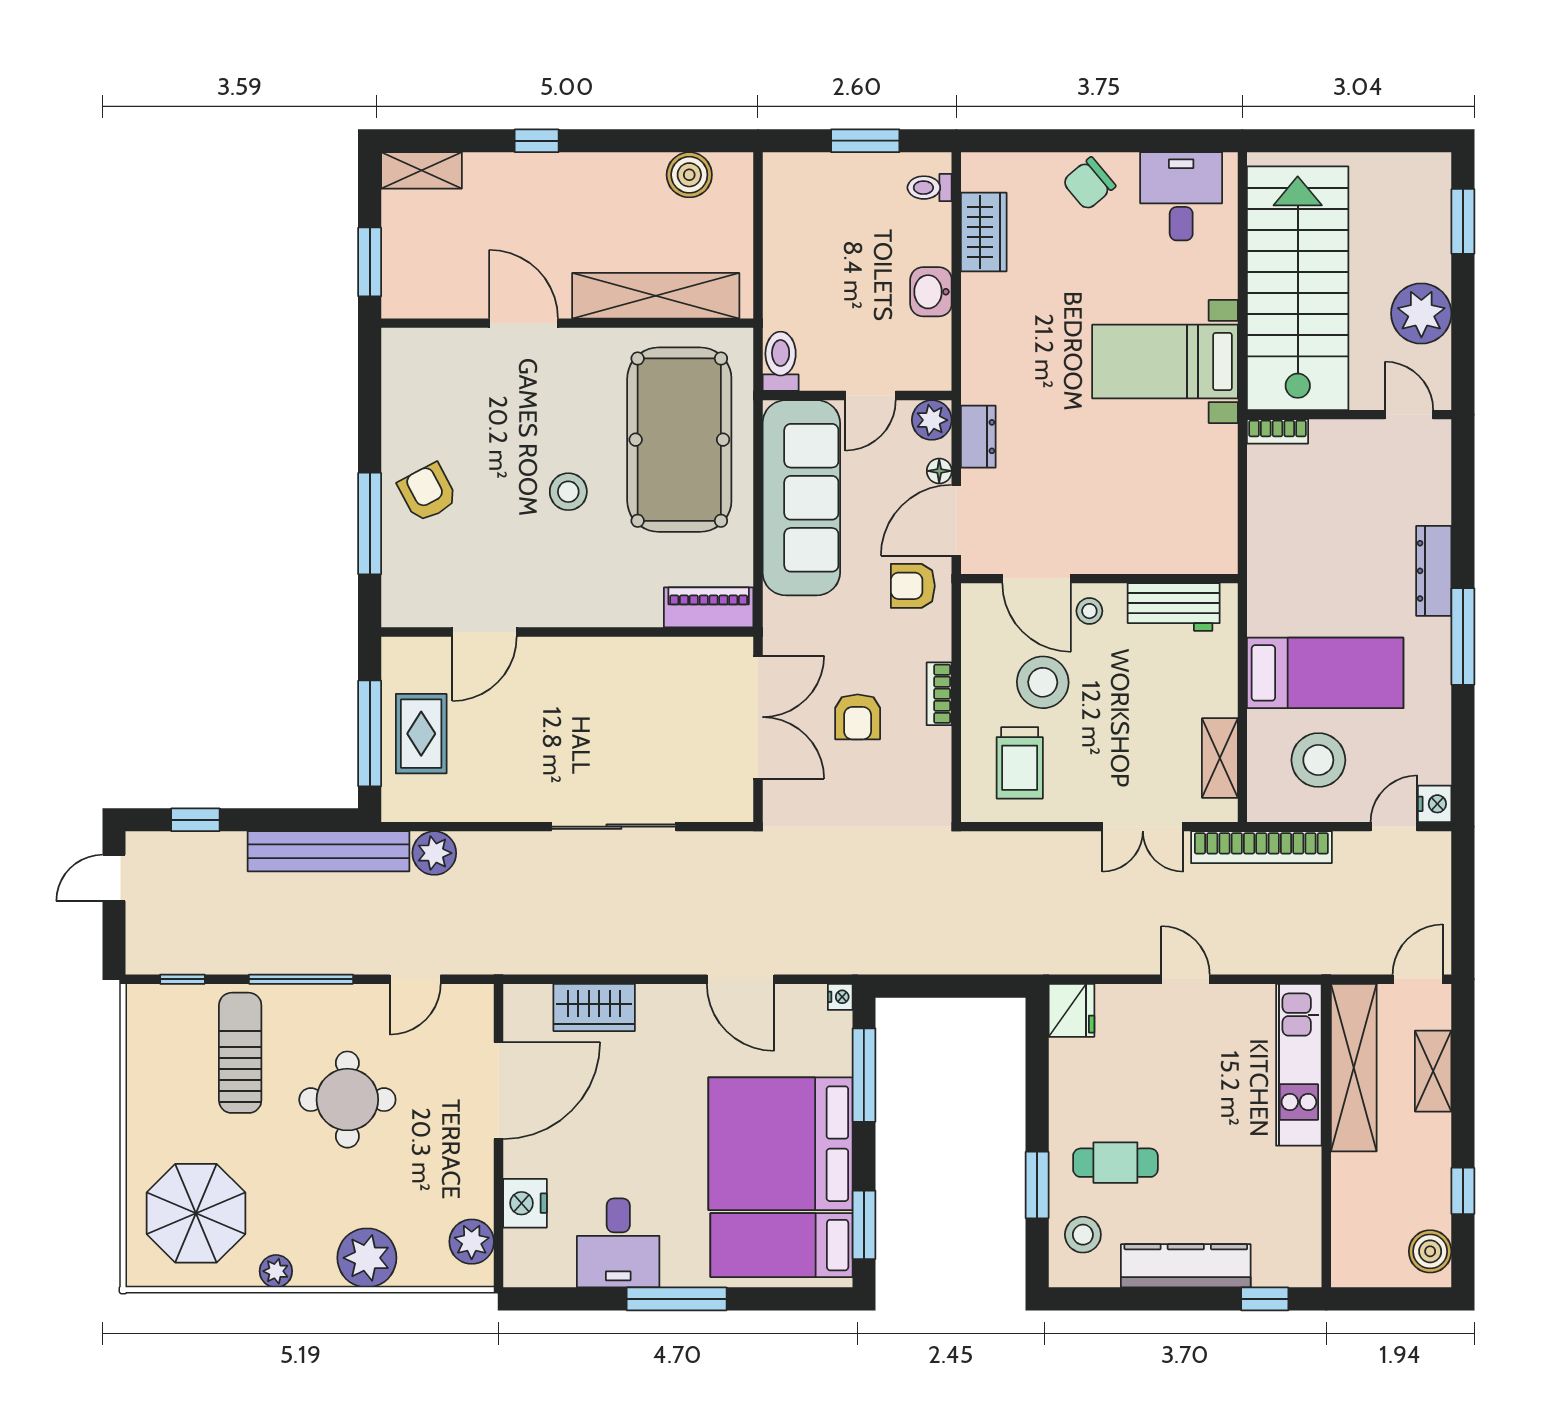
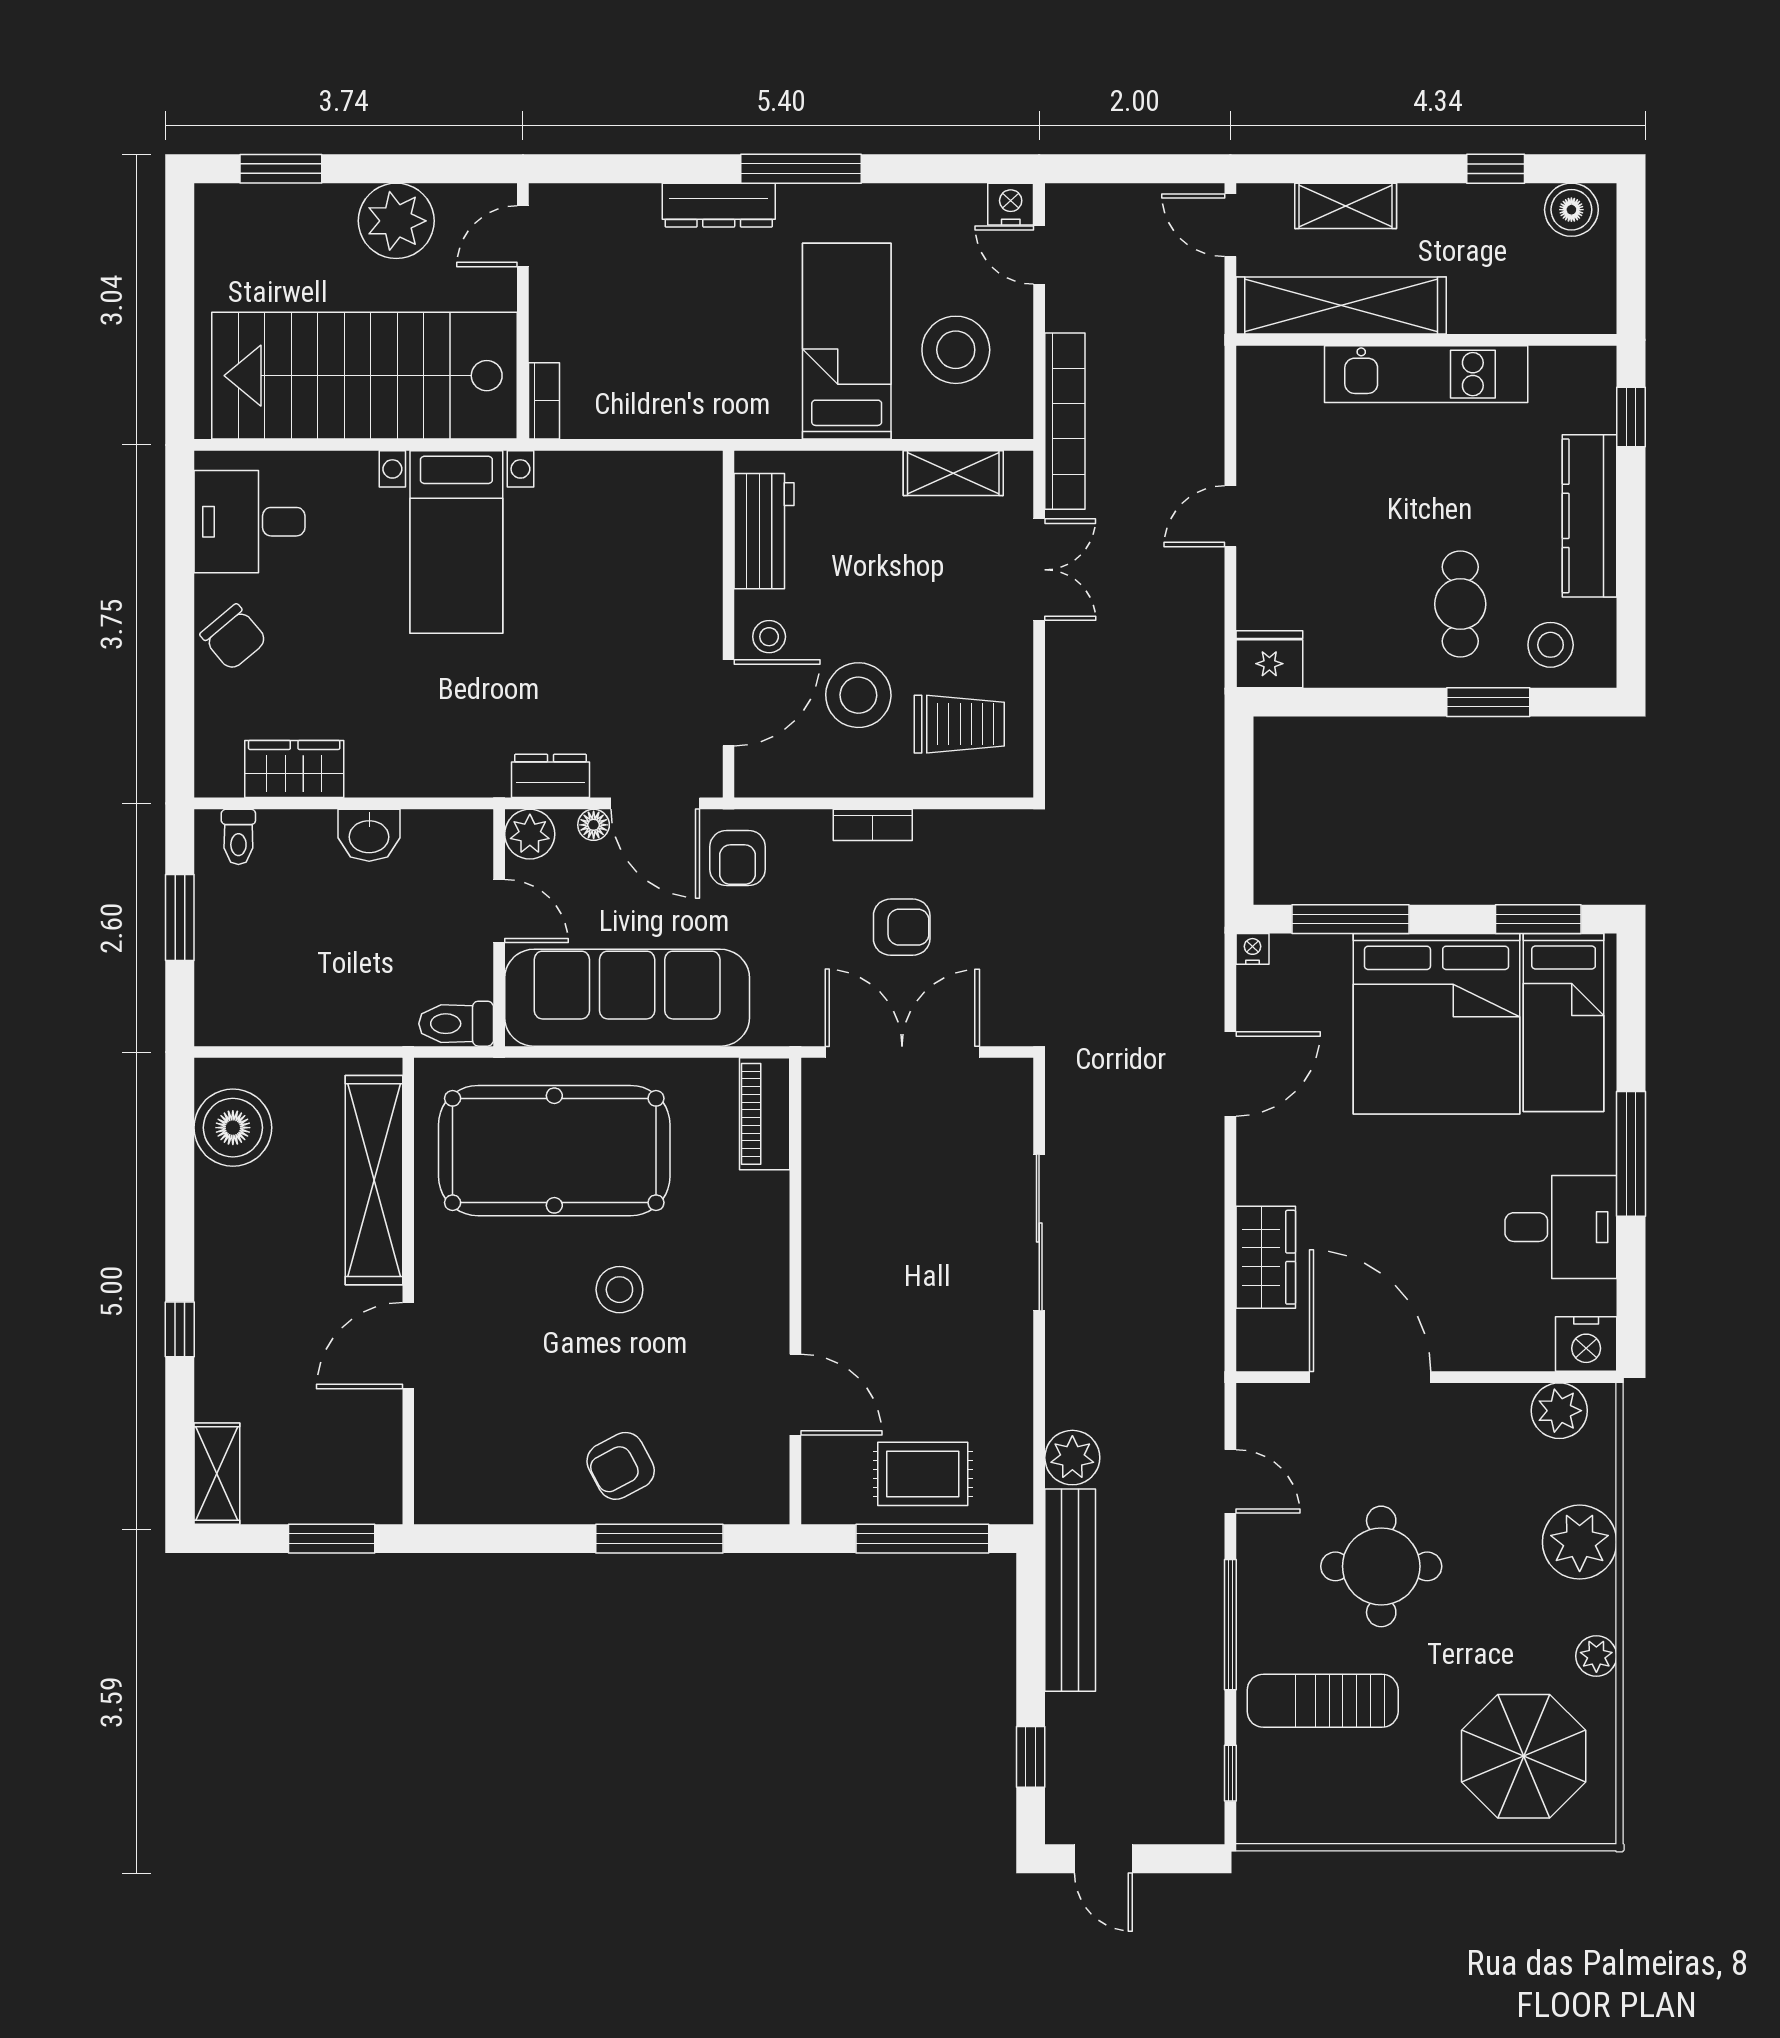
boiler: (689, 175) -> (233, 1128), width x1.37, depth x1.37
kitchen unit: (1299, 1065) -> (1426, 374), moved
nightstand: (525, 1203) -> (1586, 1344), moved

